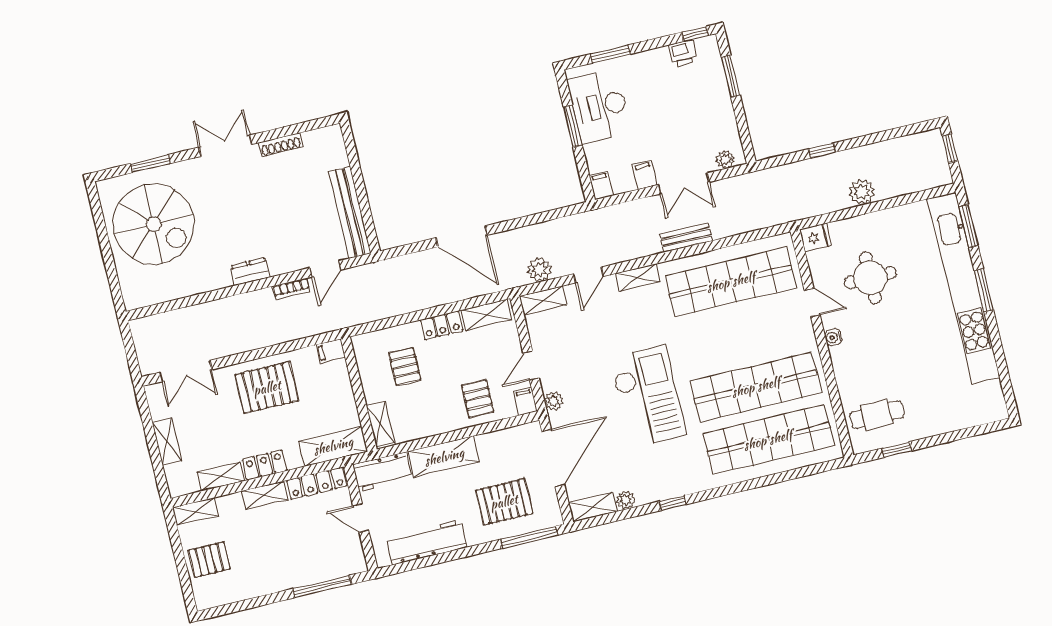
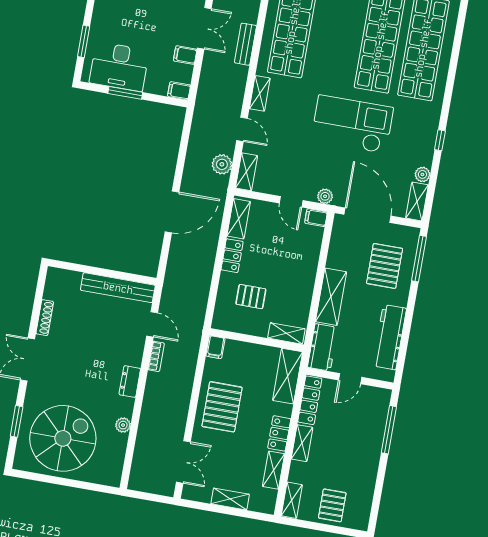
plant: (198, 285) -> (123, 425), added
pallet: (478, 399) -> (299, 252), removed

